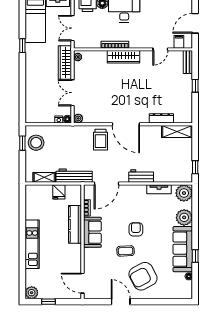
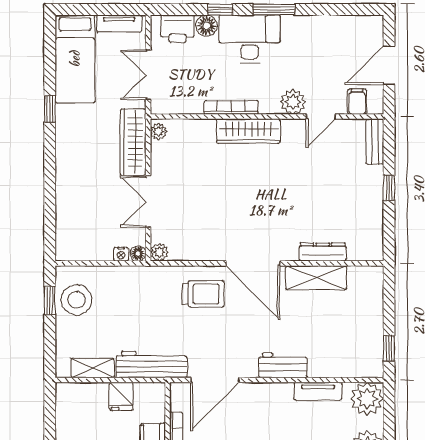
plant: (146, 42) -> (293, 102), added
shelving: (177, 131) -> (316, 278), moved
trolley: (101, 140) -> (203, 294), turned -90

